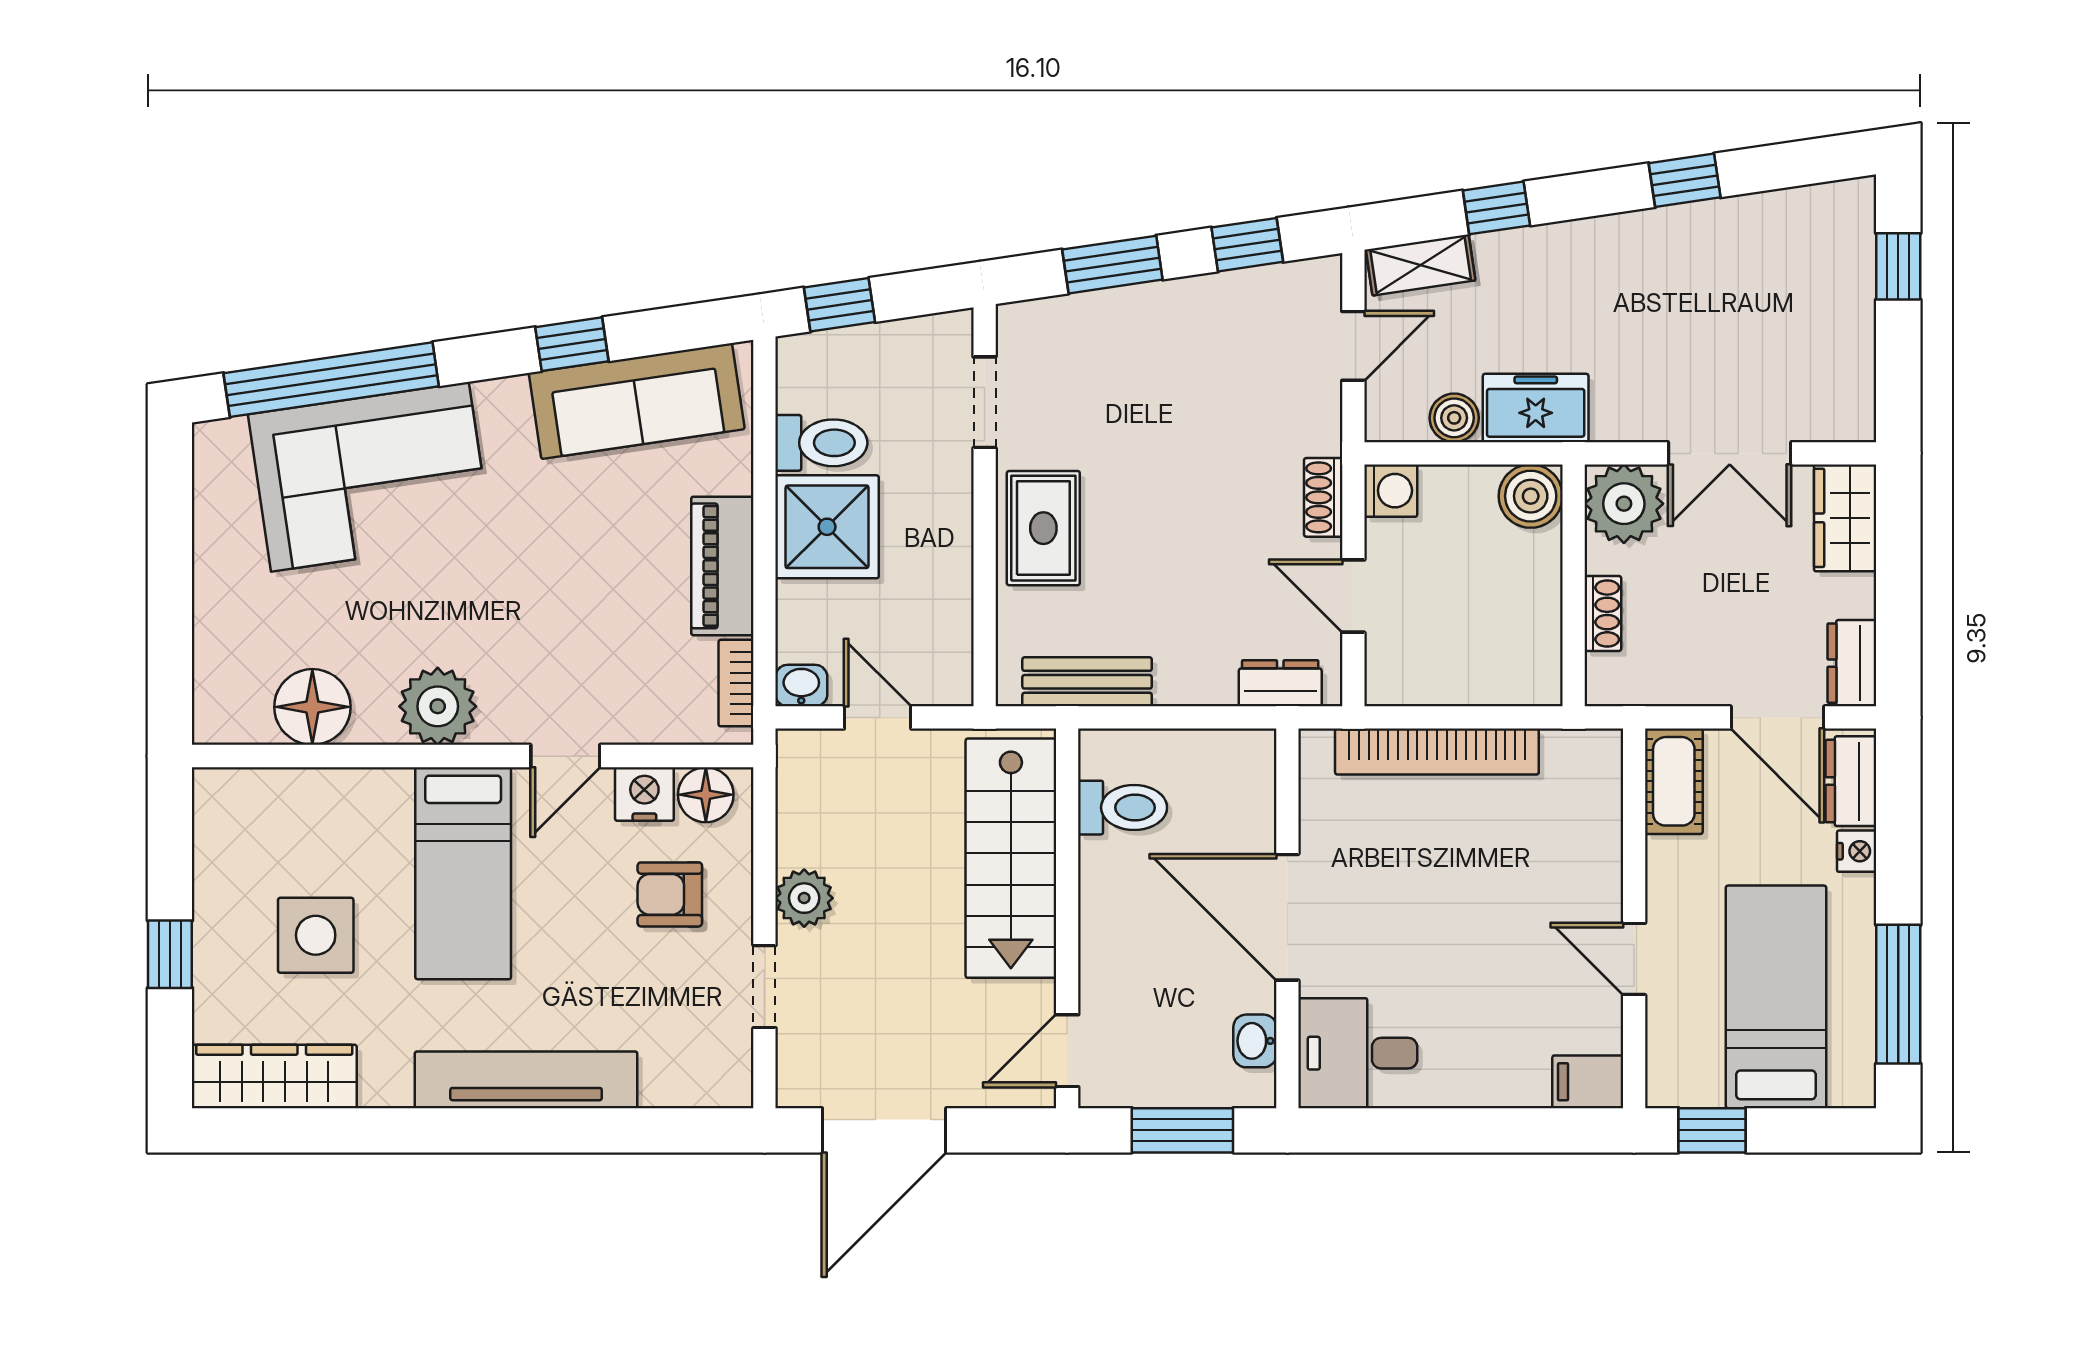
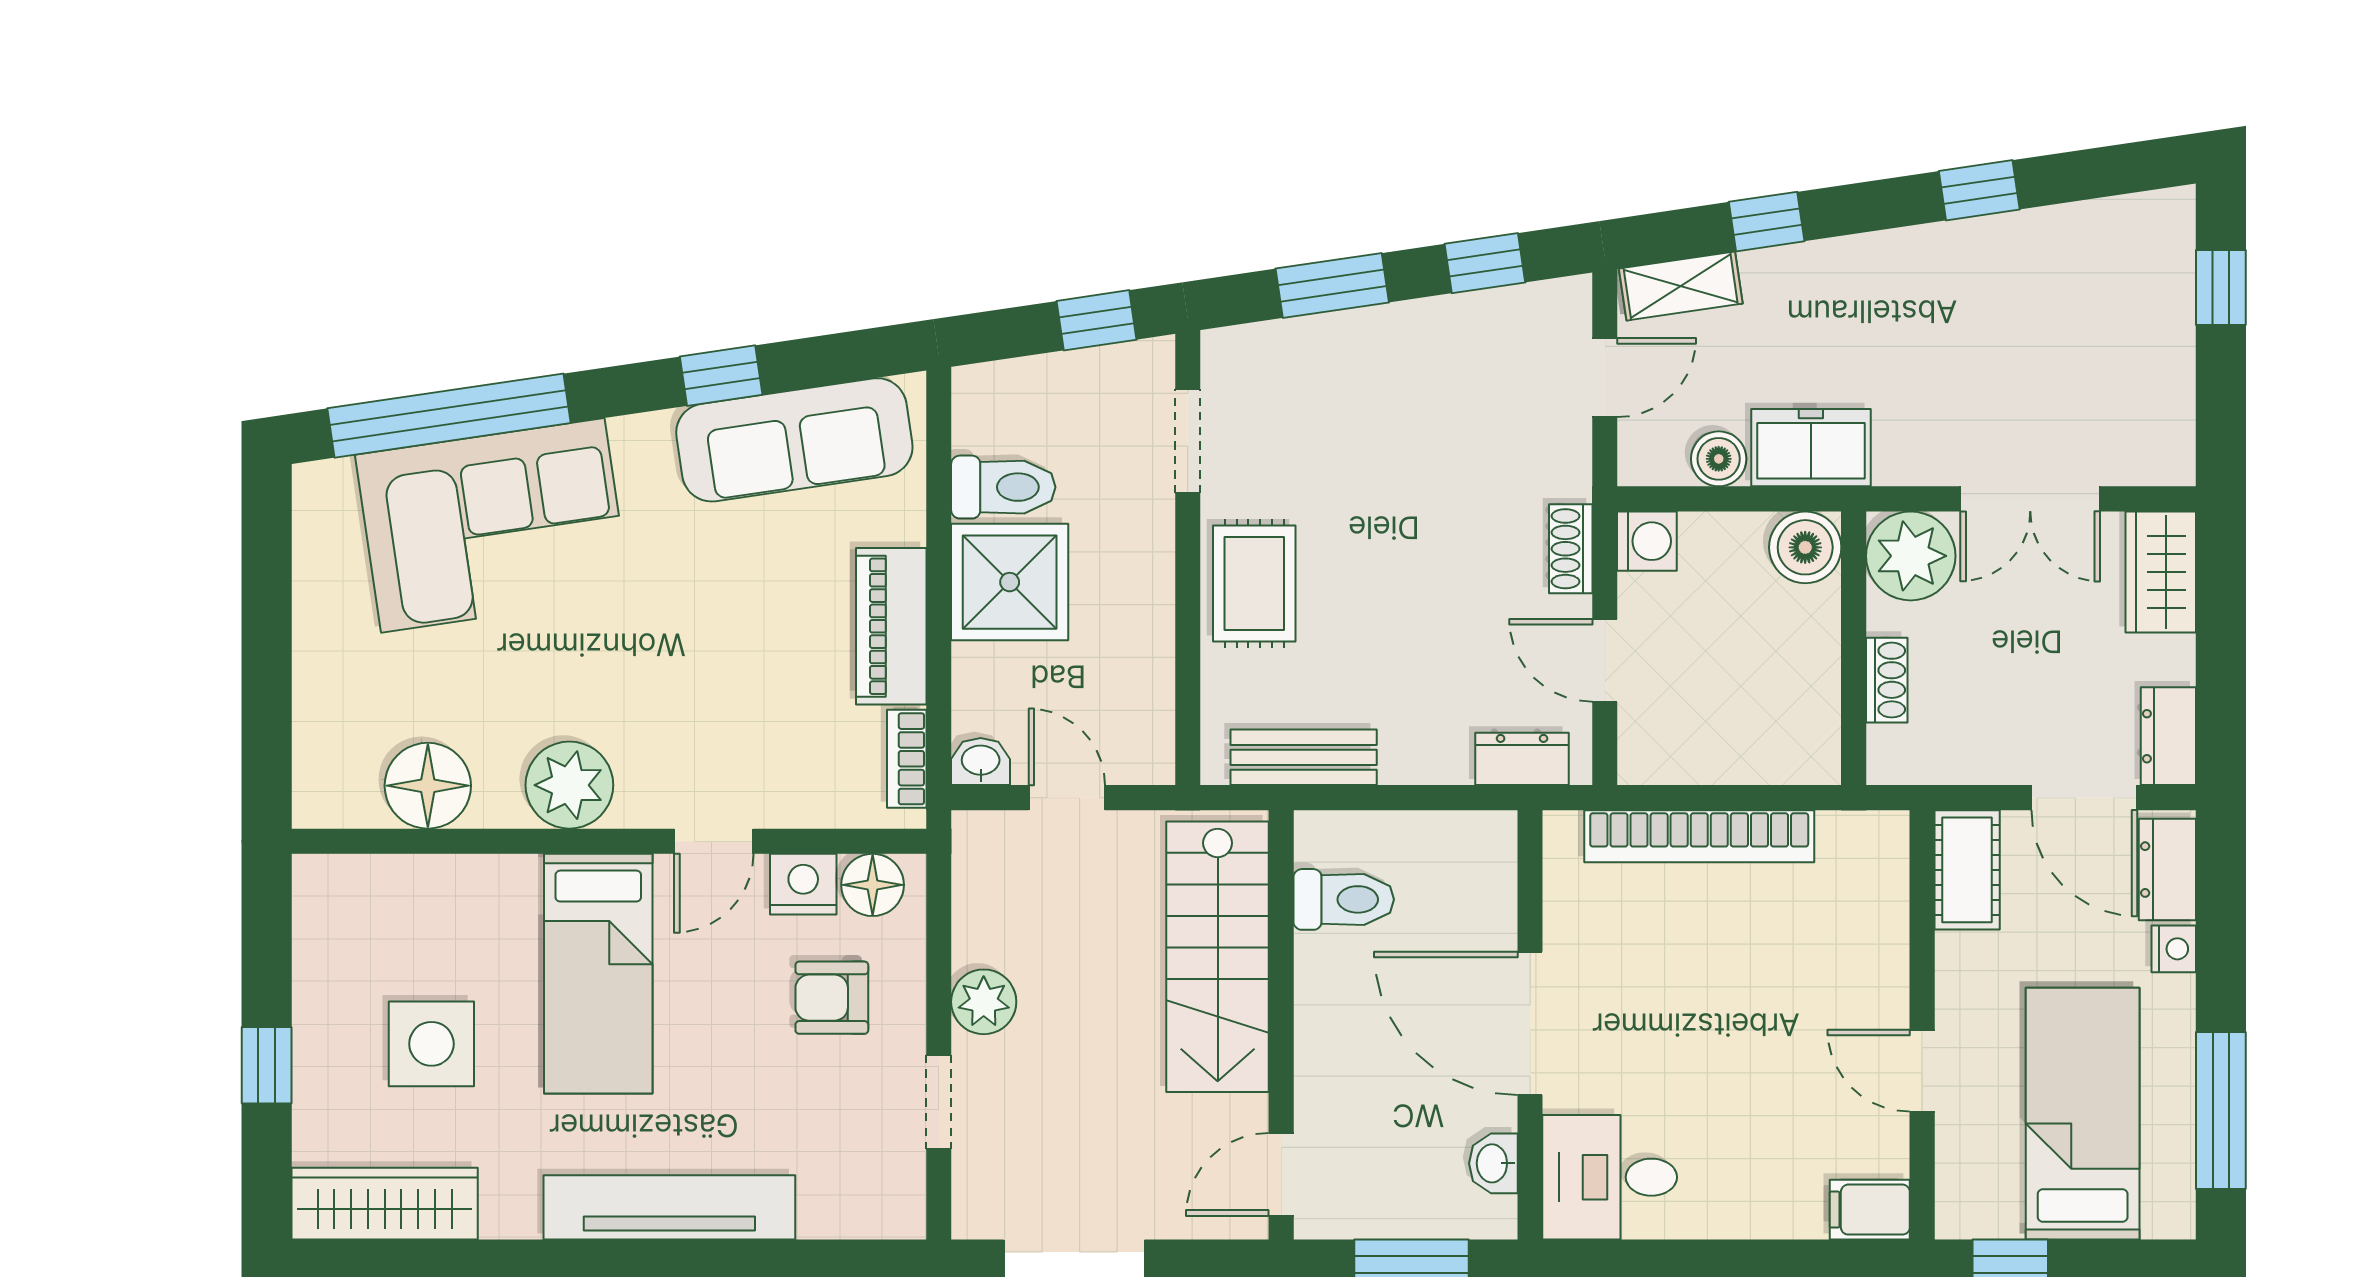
window: (840, 305) -> (1097, 320), moved

